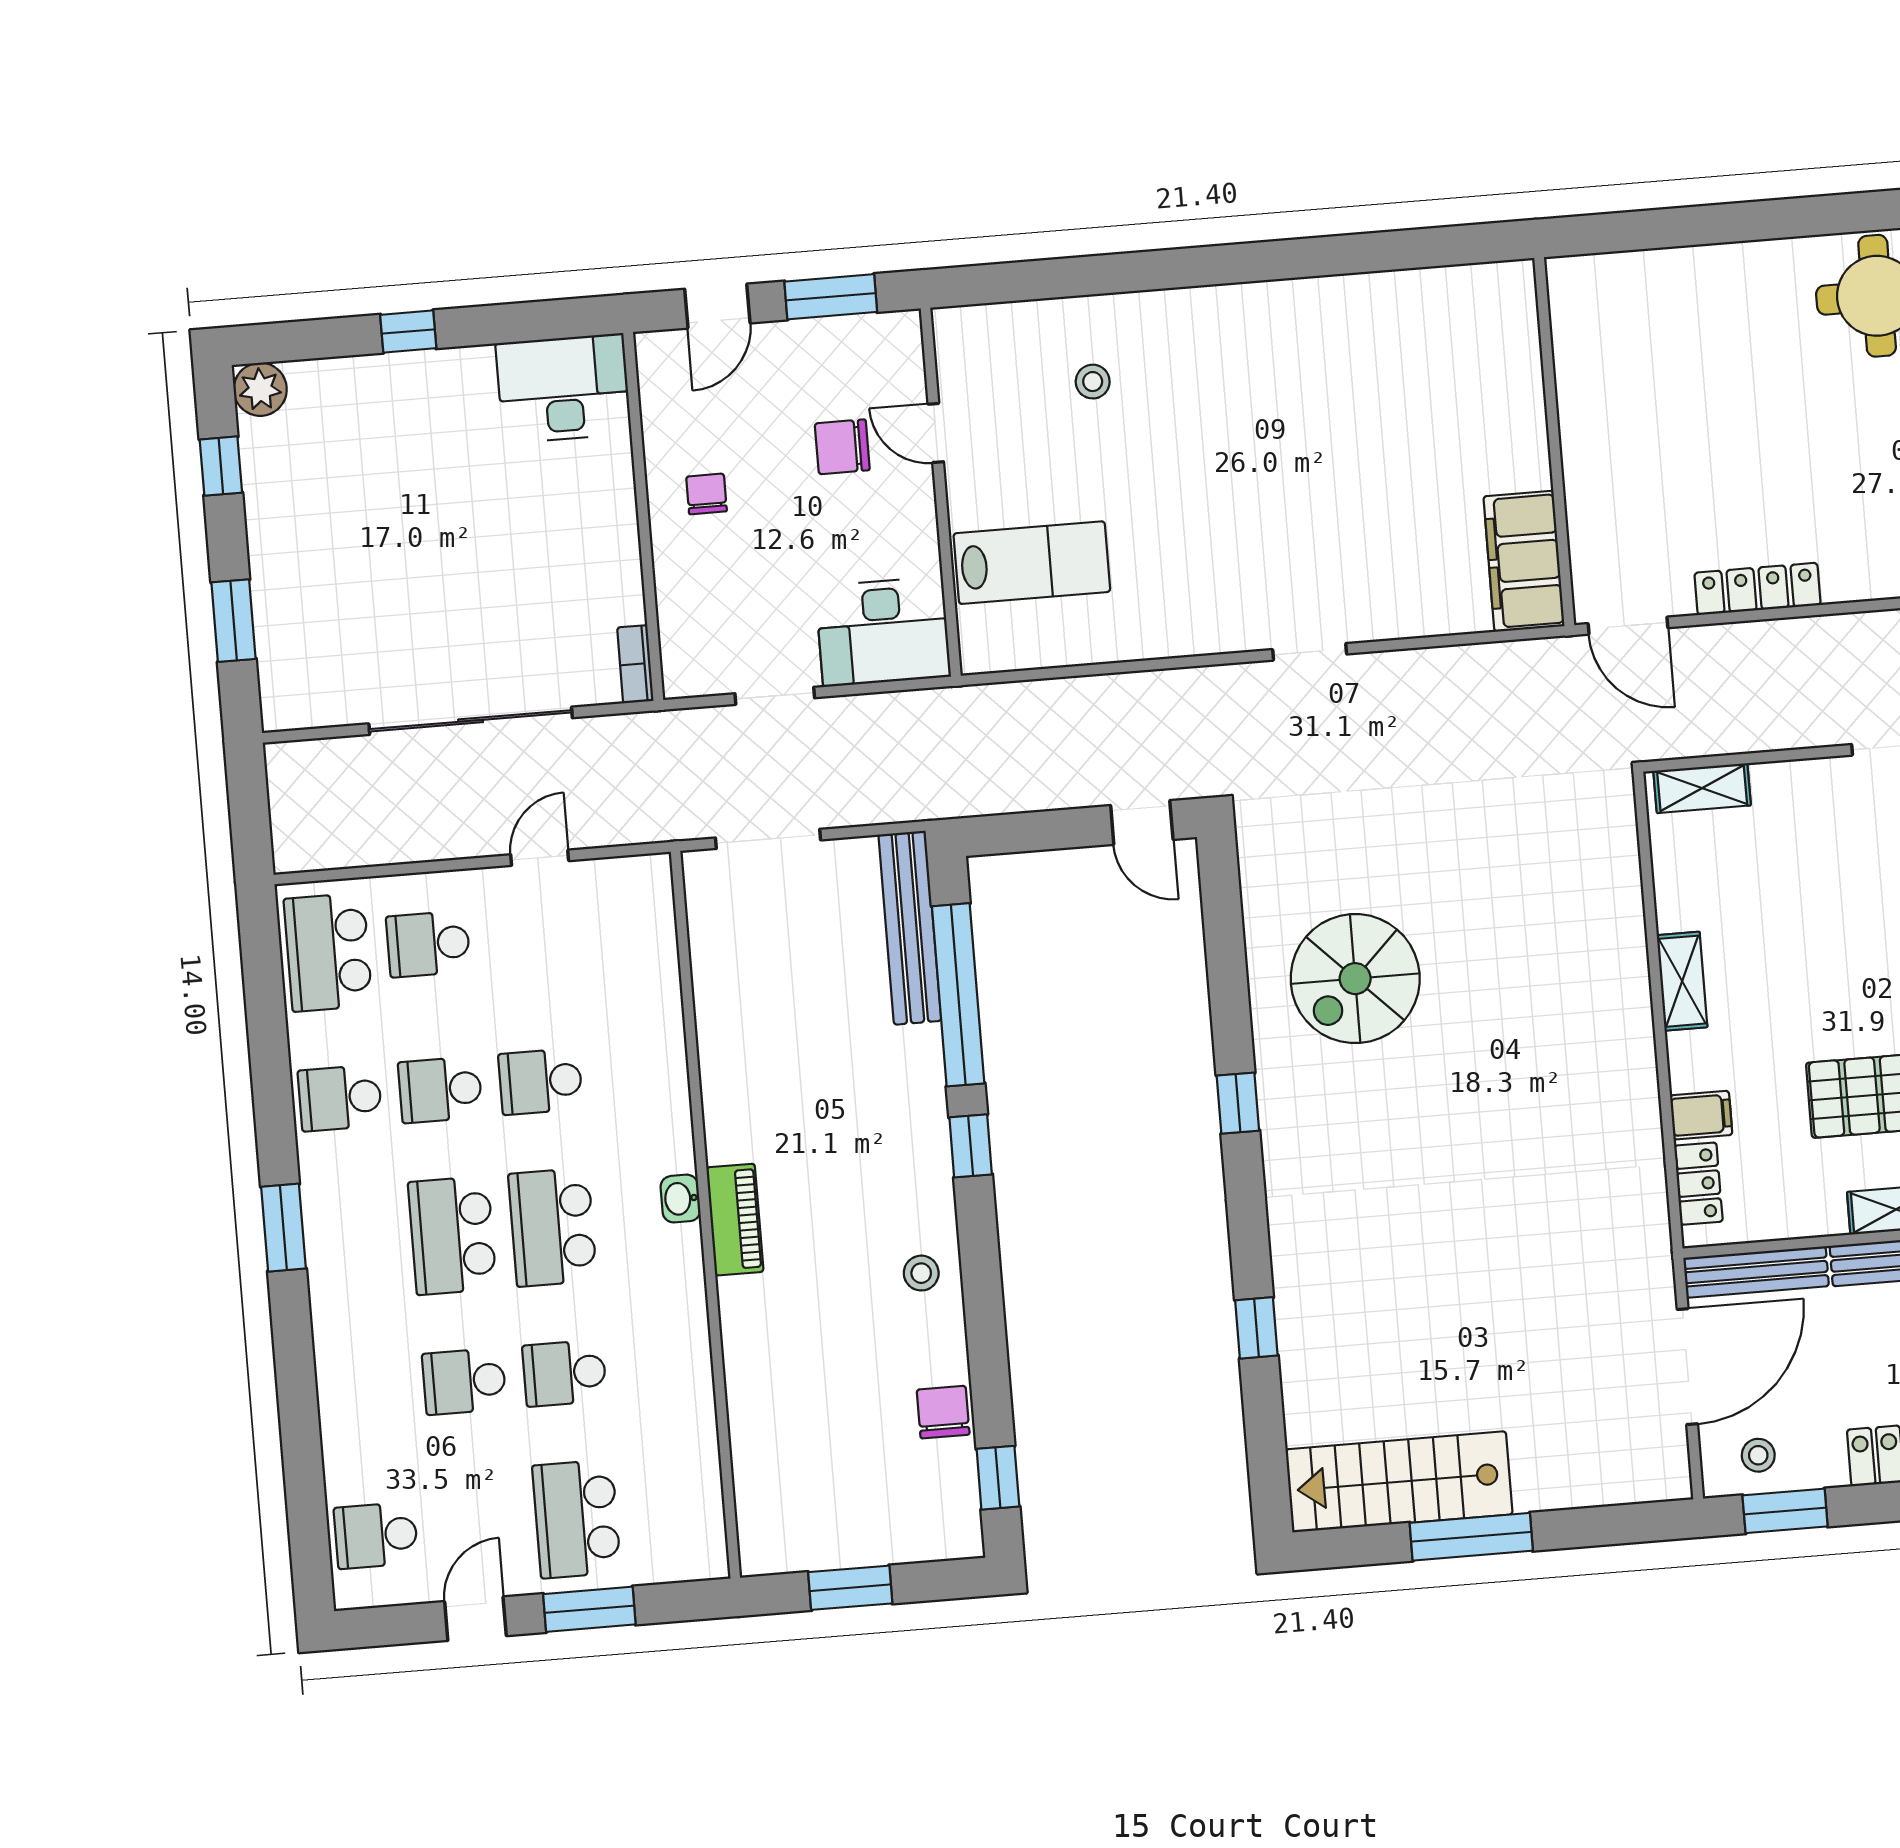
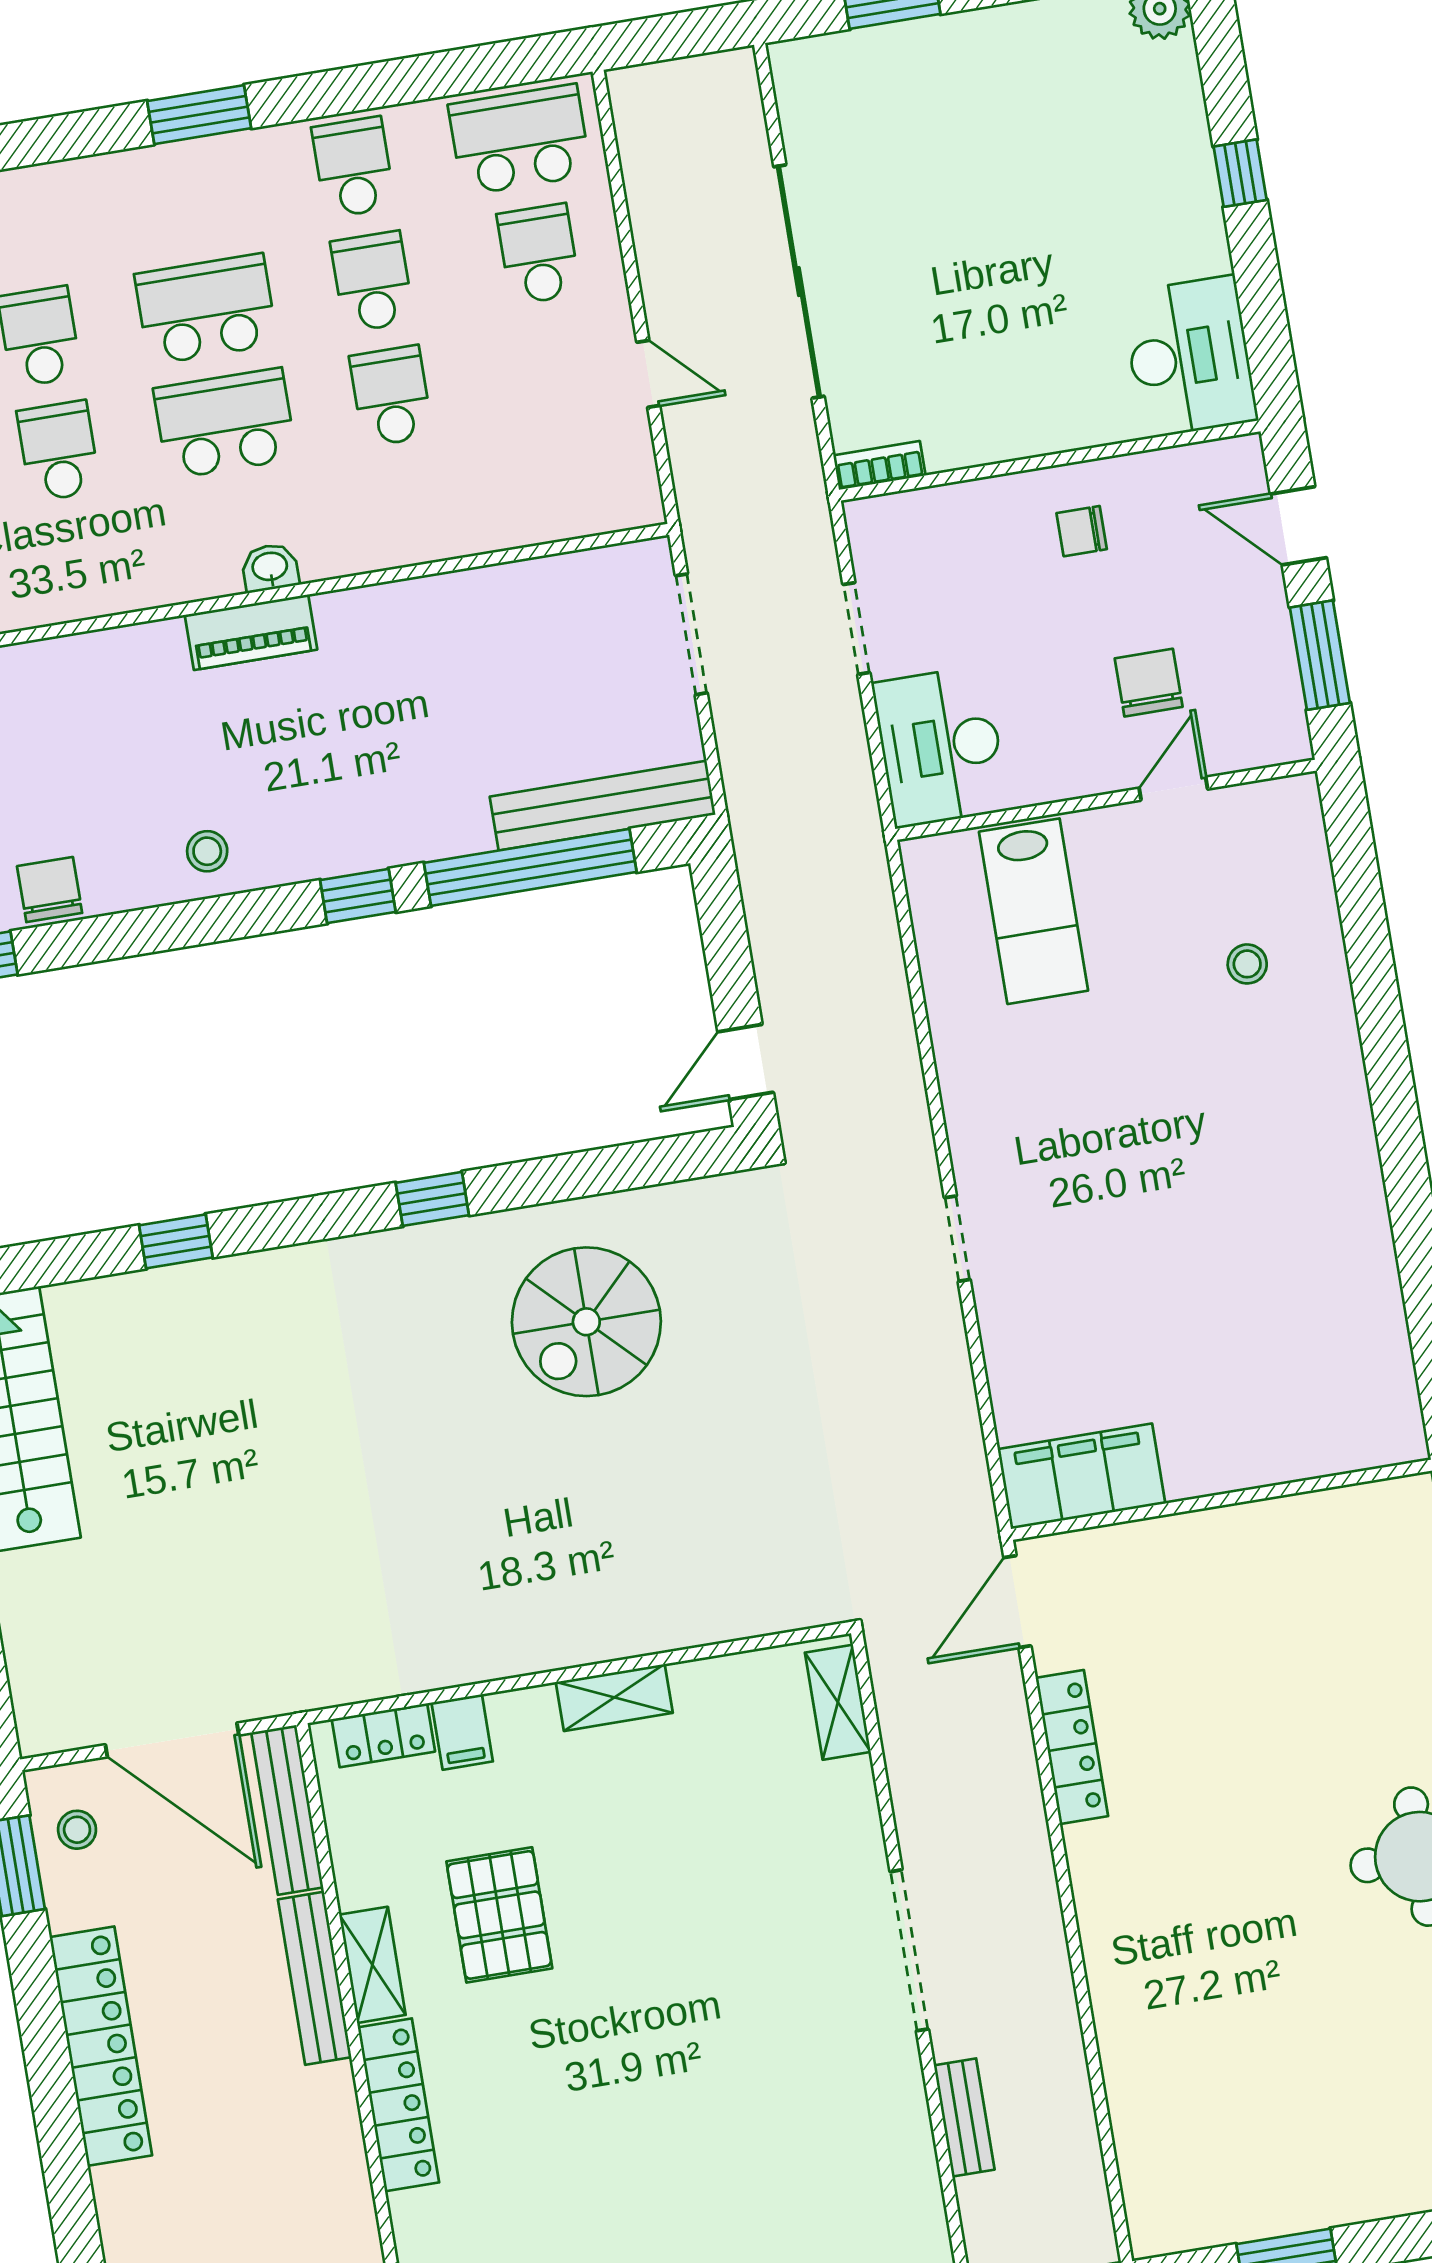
chair: (706, 494) -> (1082, 531), turned 180
spiral stairs: (1355, 979) -> (586, 1322), turned -90
chair: (943, 1412) -> (50, 890), turned -90

